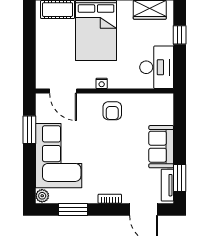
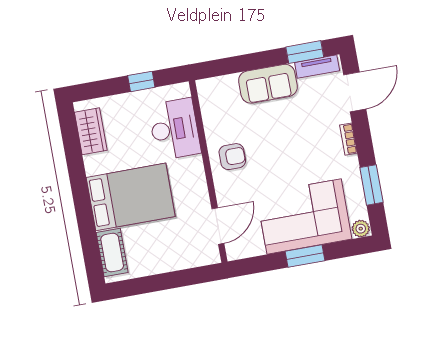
window: (180, 35) -> (141, 81), moved
desk: (157, 67) -> (175, 129), moved, turned 90
nightstand: (102, 83) -> (199, 177), removed
window: (29, 130) -> (305, 256), moved

